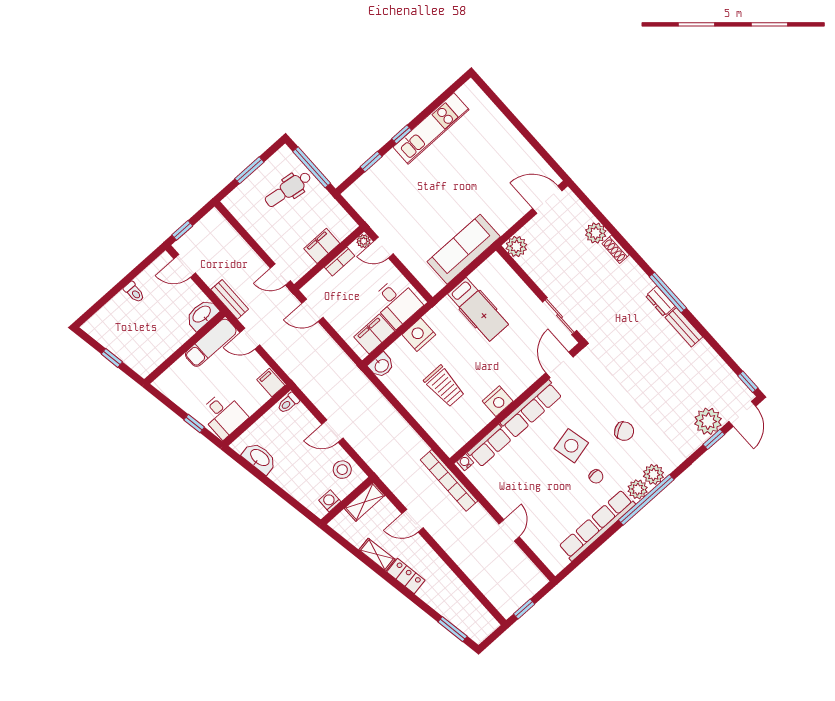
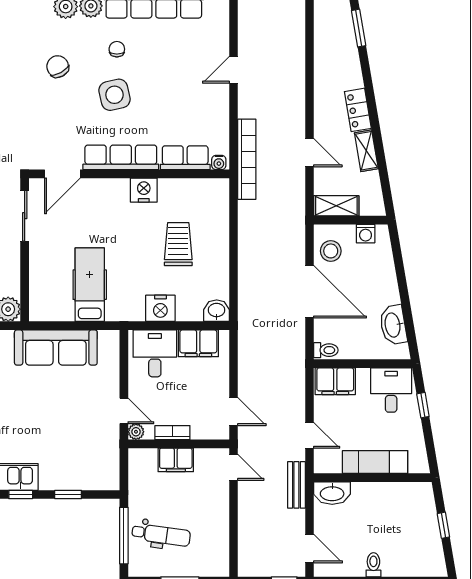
exam couch: (211, 343) -> (375, 462), moved
filing cabinet: (271, 383) -> (335, 381), width x2.00
door: (332, 431) -> (309, 292), width x1.88

